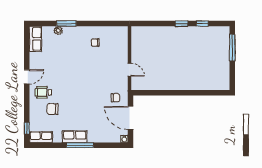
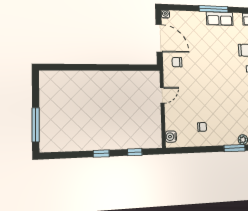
window: (202, 24) -> (135, 152), moved
water cooler: (123, 35) -> (171, 137), added
door: (129, 70) -> (162, 95), swing flipped

